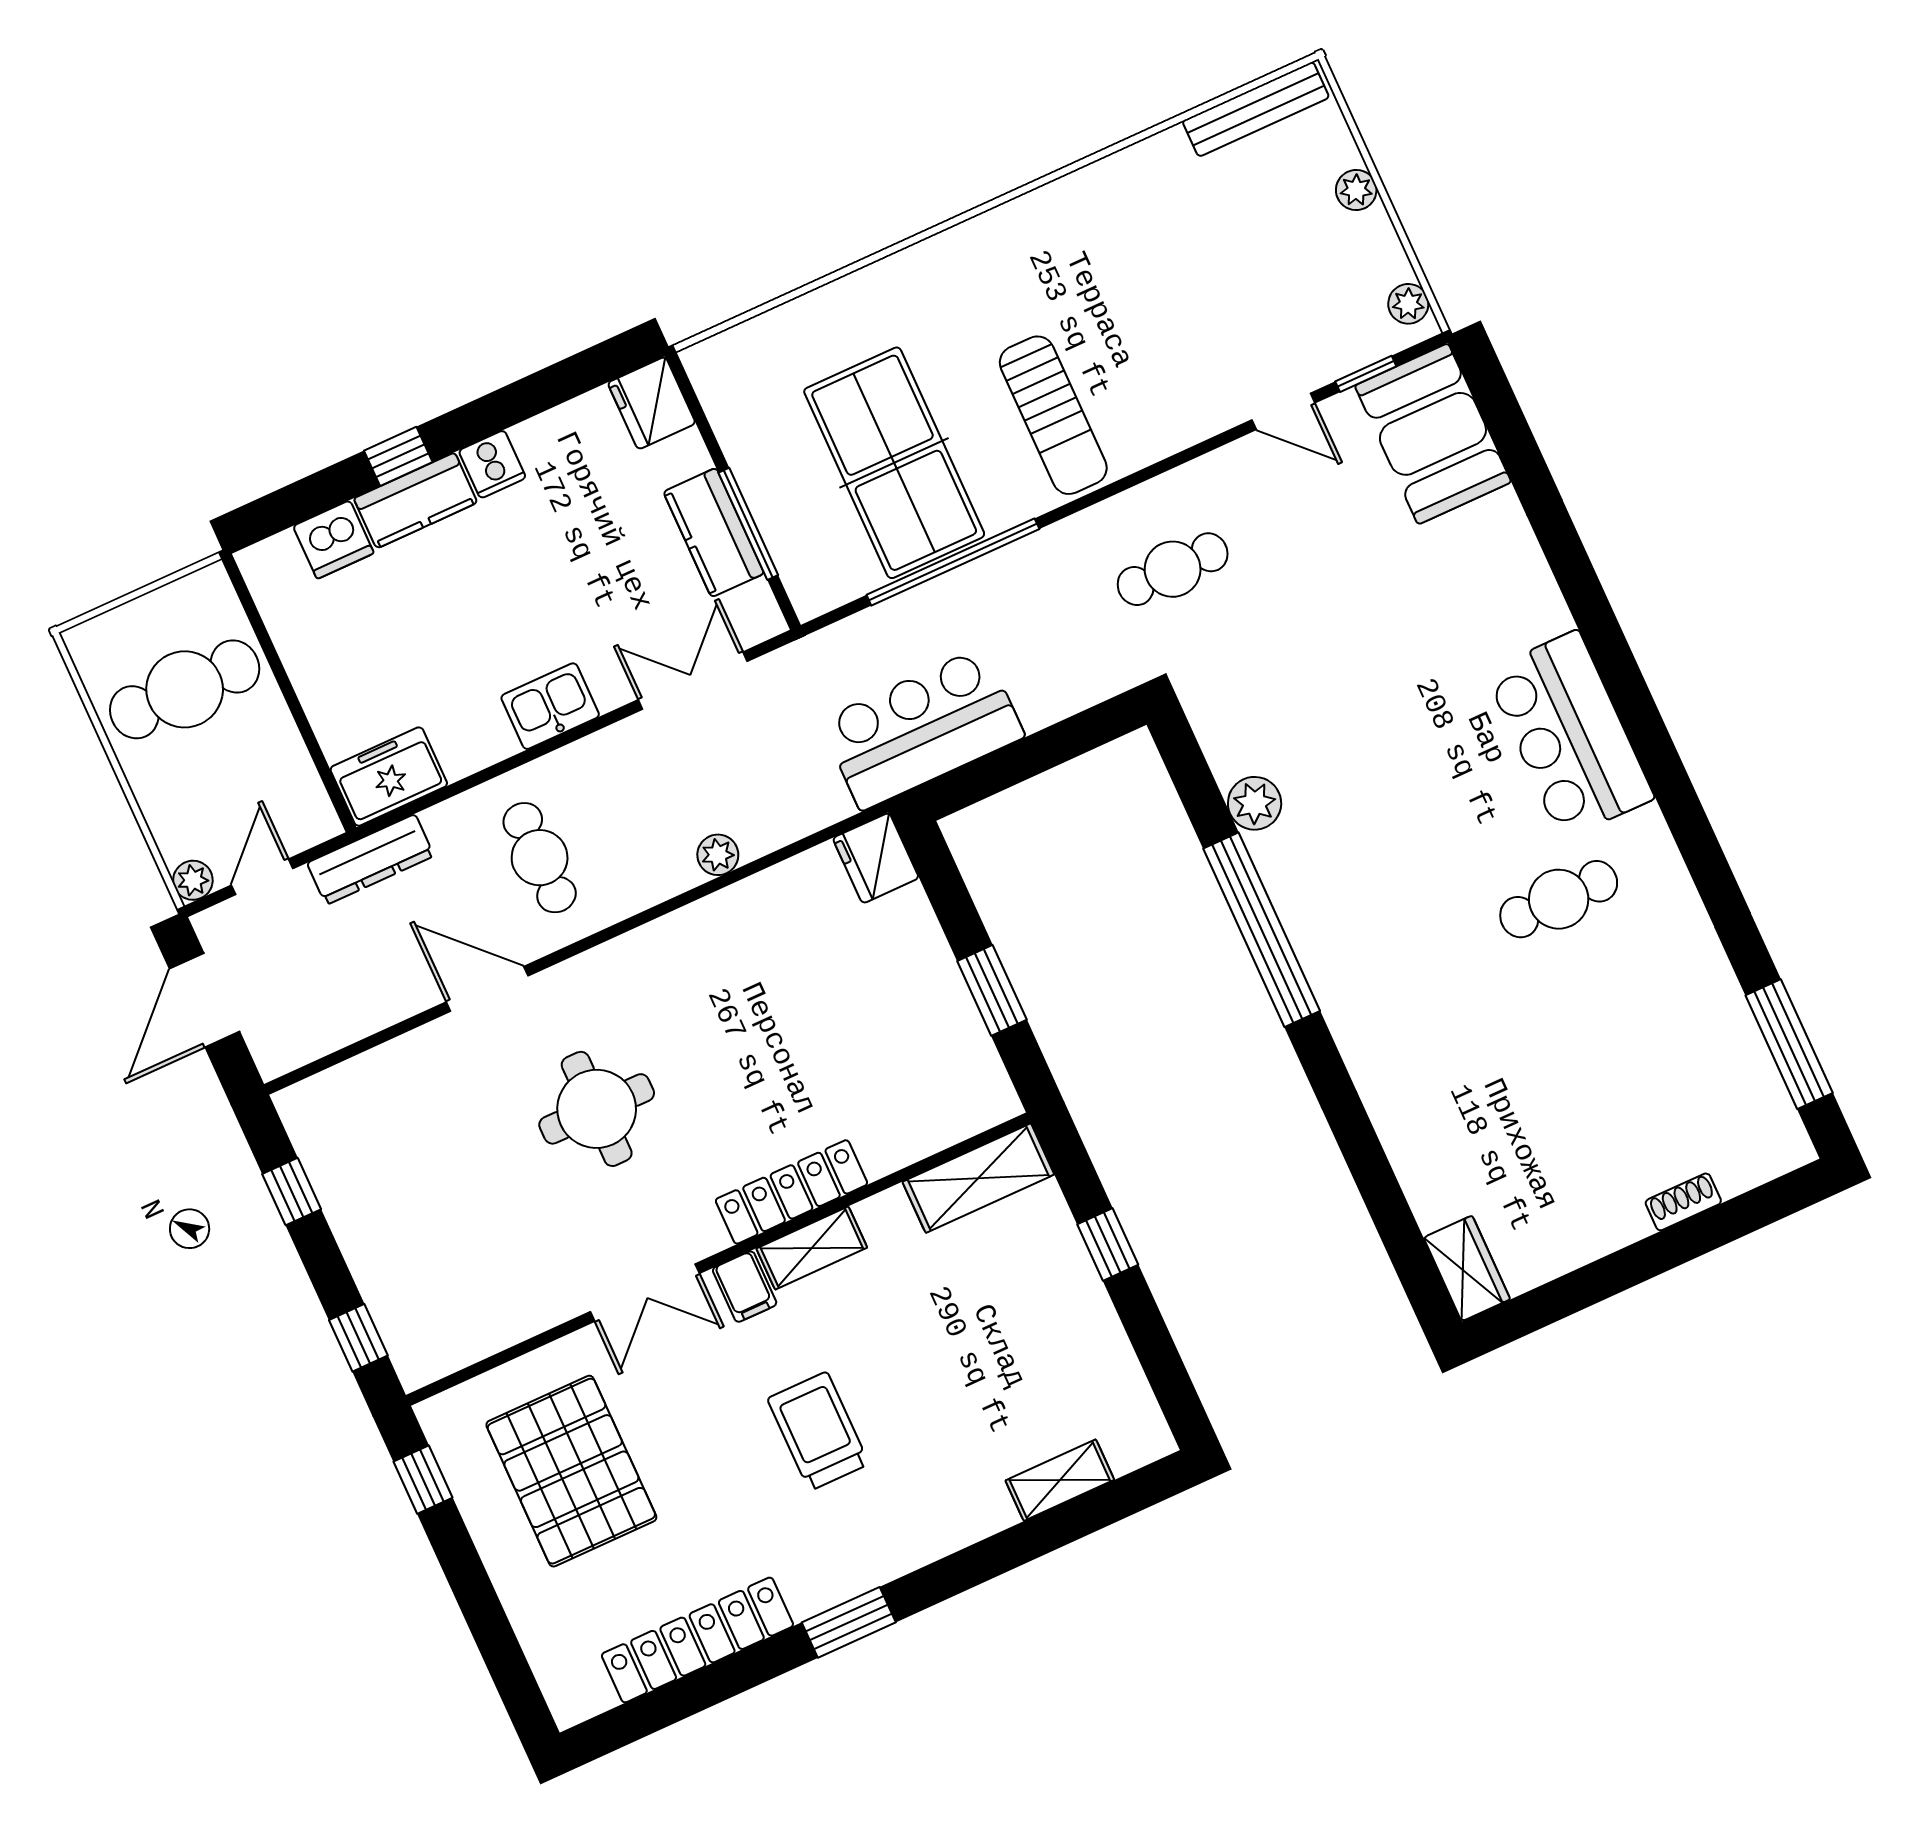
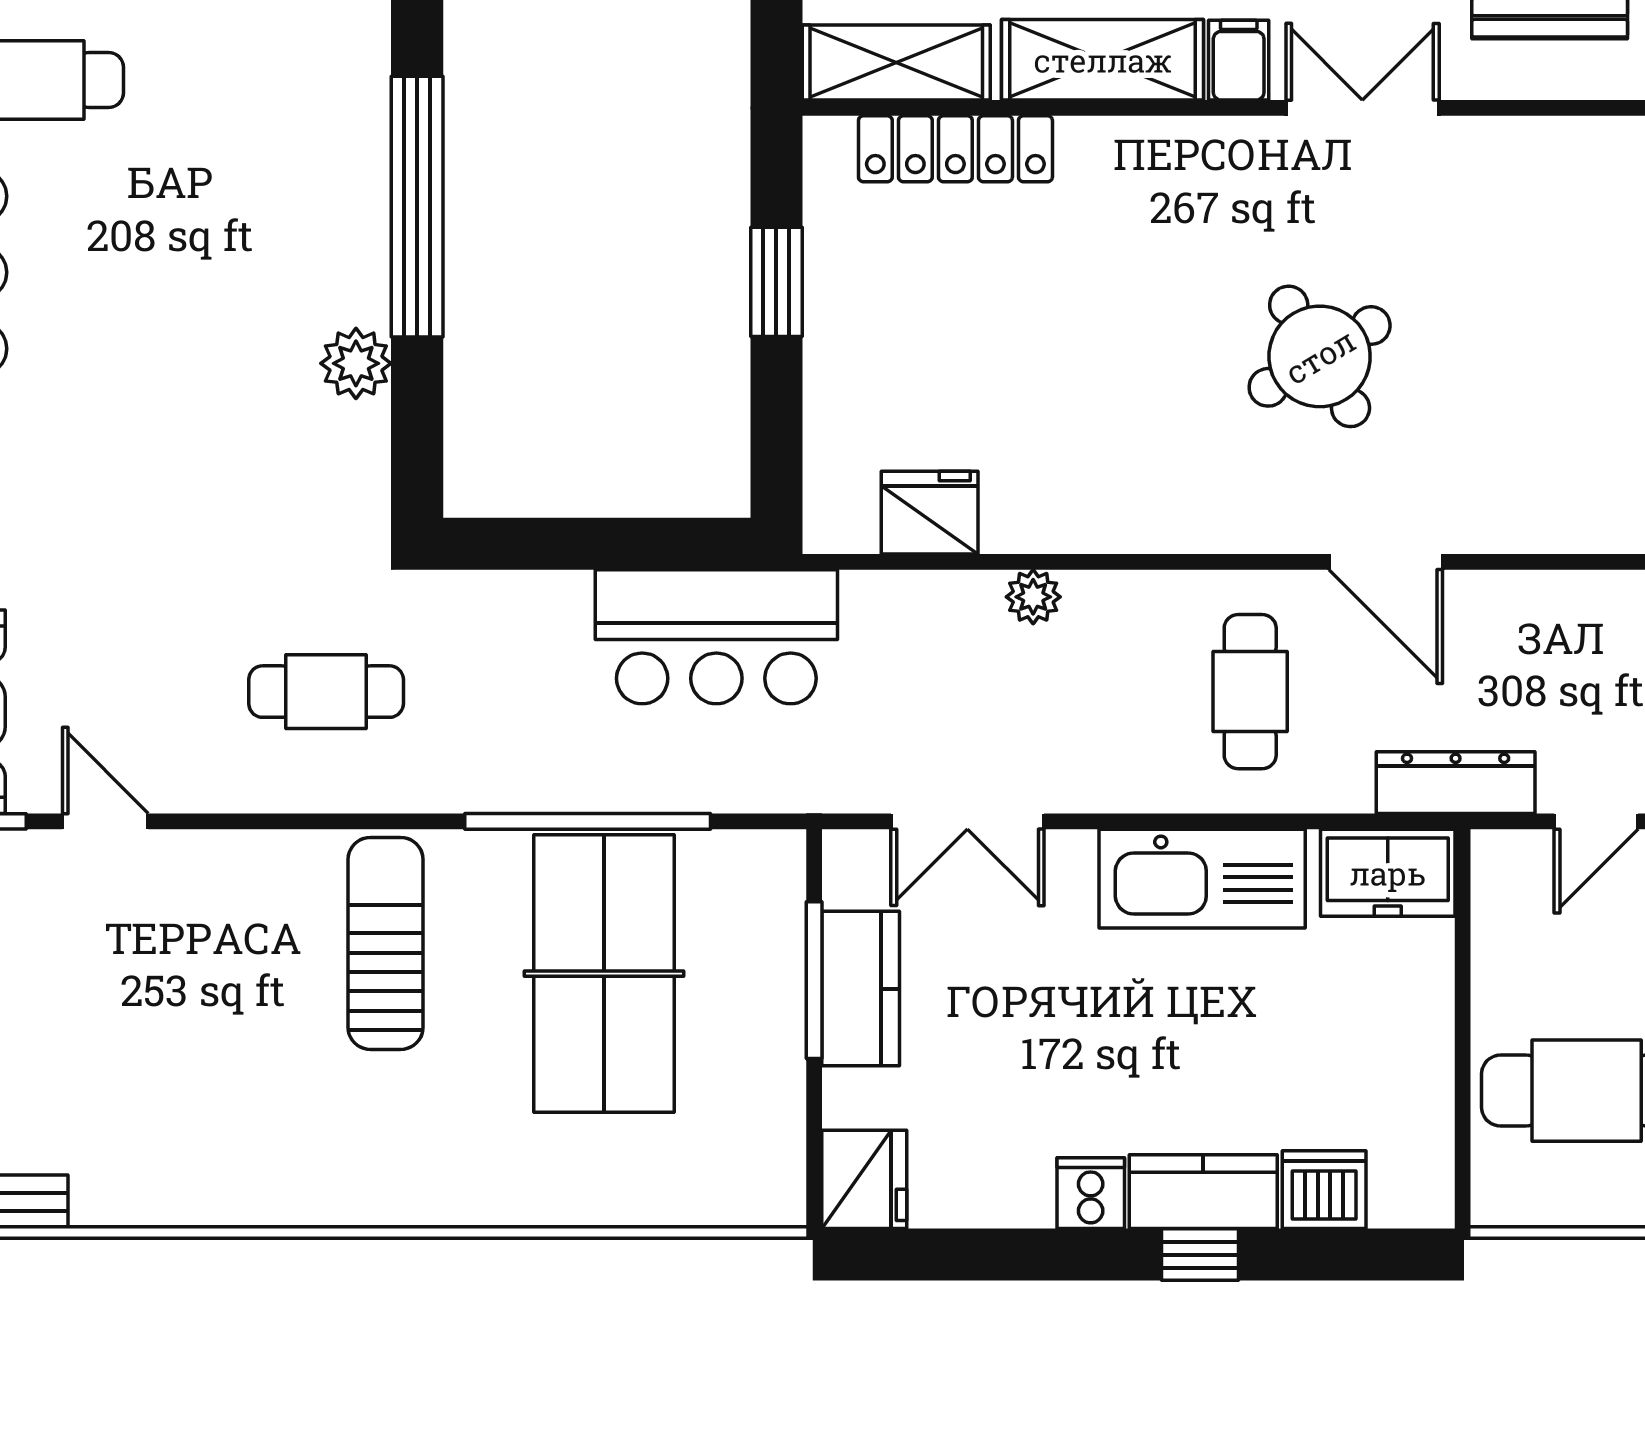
kitchen sink: (550, 706) -> (1202, 879), width x1.88, depth x1.24
fridge: (876, 858) -> (930, 513), moved, turned -90
round table: (597, 1109) -> (1320, 356), turned -31
locker: (791, 1192) -> (955, 149), moved
shelving: (812, 1248) -> (1103, 60), width x1.50, depth x1.33

